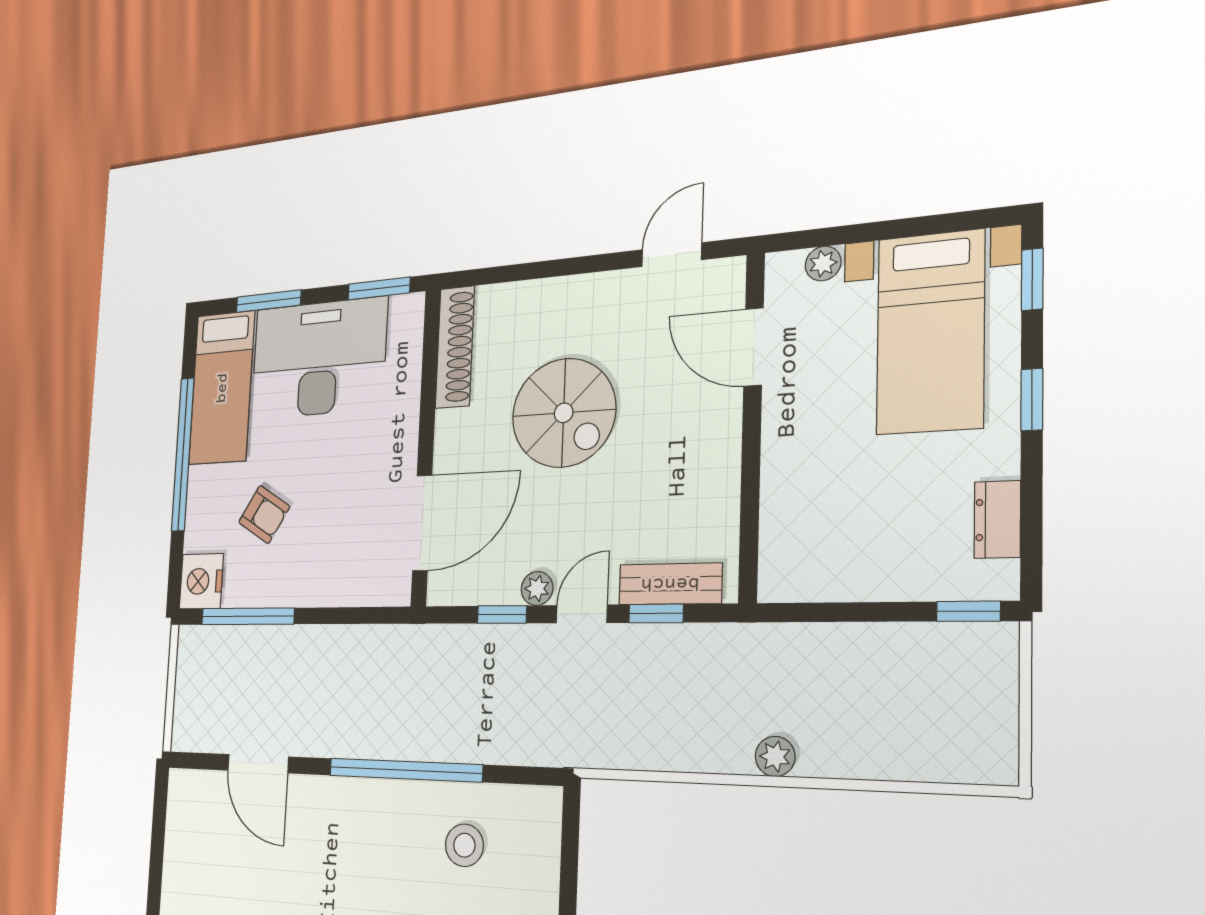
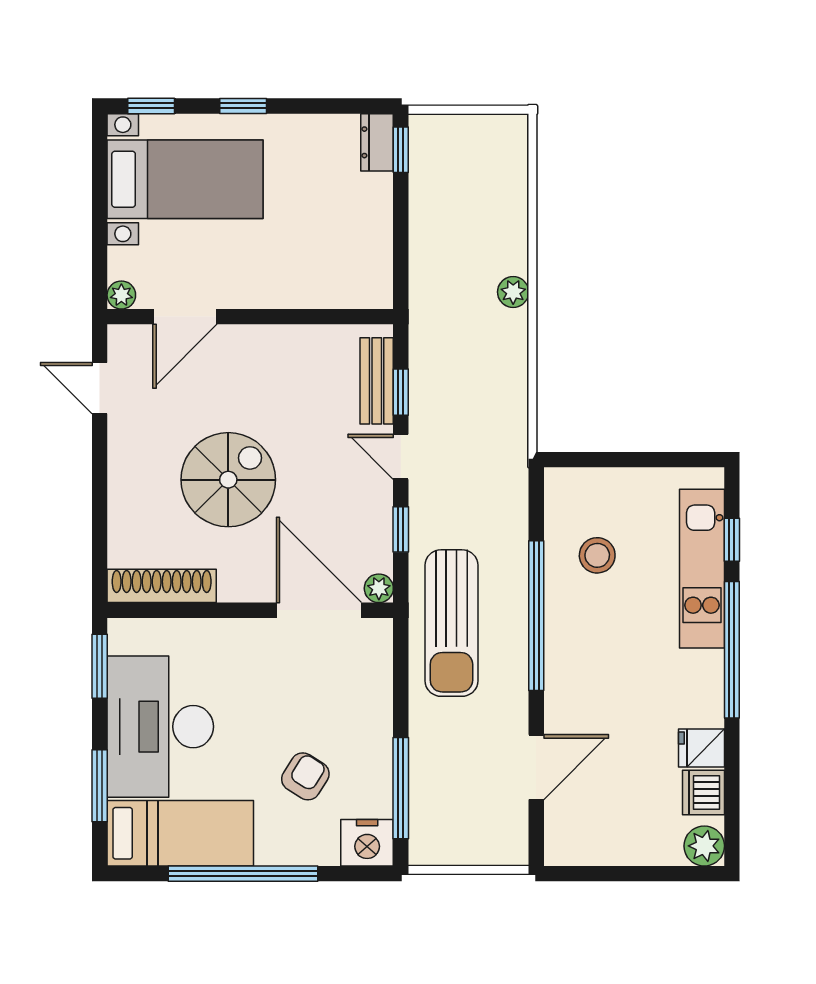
plant: (823, 264) -> (121, 295), moved
dresser: (997, 519) -> (377, 142), moved, turned 90
plant: (537, 588) -> (379, 588), moved
sun lounger: (402, 673) -> (451, 623), added

